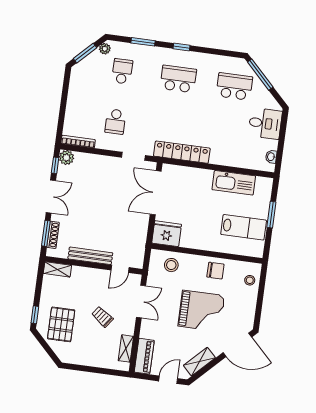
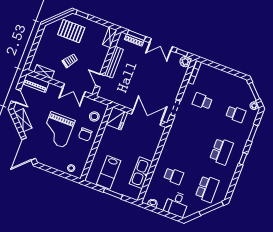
school desk: (228, 137) -> (174, 176), added
locker: (182, 152) -> (170, 142), removed
chair: (215, 271) -> (85, 134), moved

